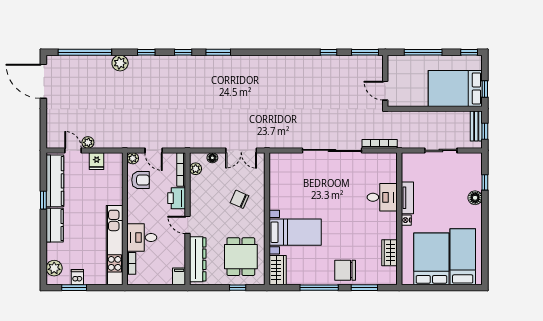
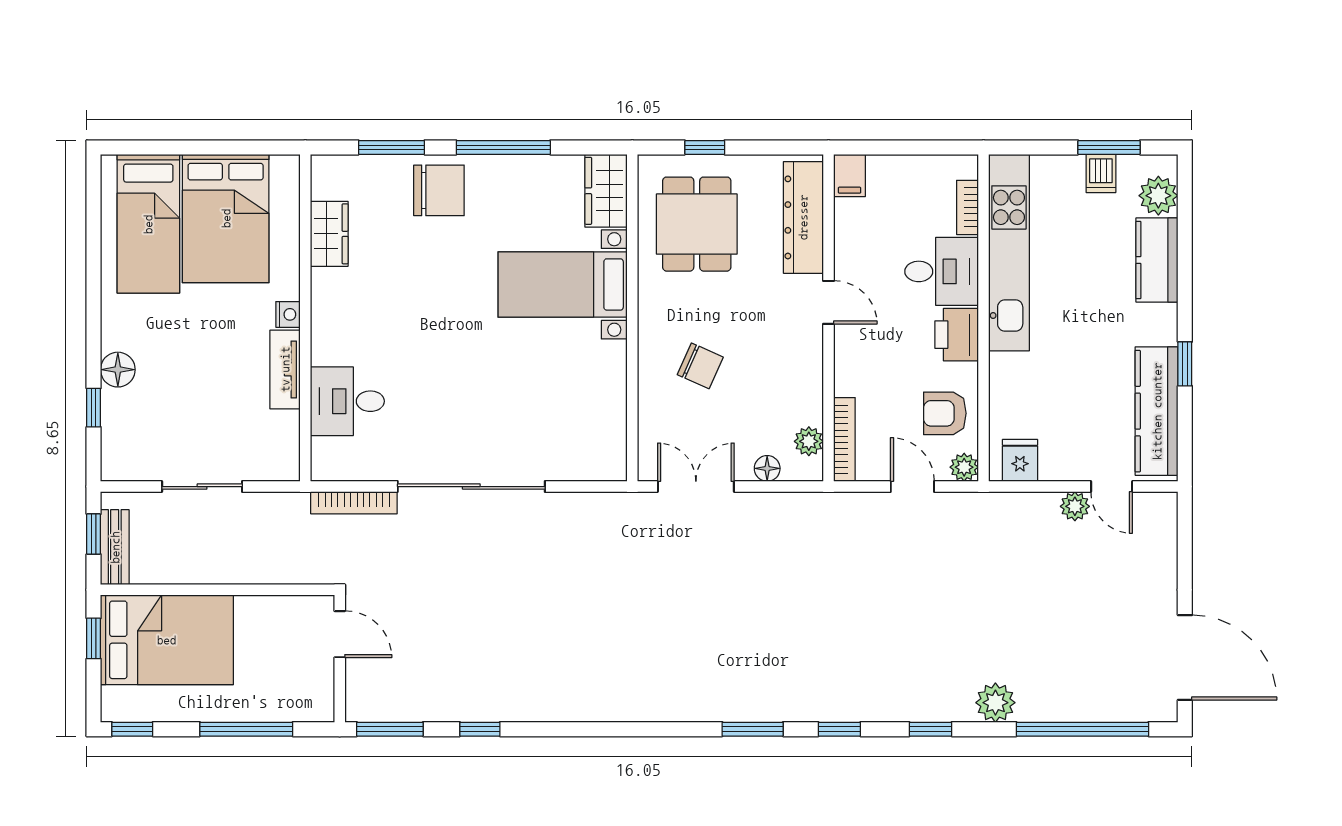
fridge: (97, 161) -> (1020, 460), moved
desk: (382, 197) -> (347, 401), moved
printer: (177, 198) -> (957, 335), moved, turned 180
kitchen counter: (55, 225) -> (1157, 260), moved

